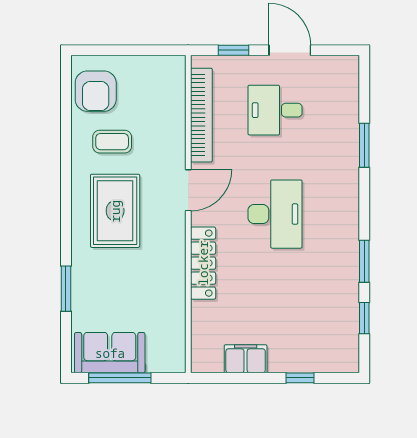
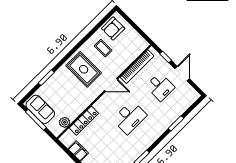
desk: (275, 110) -> (160, 87), turned 180
rug: (115, 211) -> (84, 69), turned 90
locker: (203, 263) -> (84, 121), moved
plant: (173, 334) -> (65, 122), added

